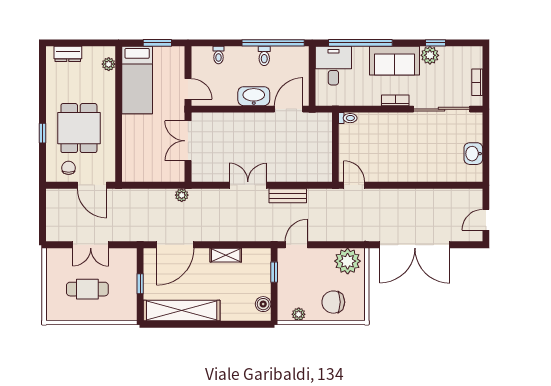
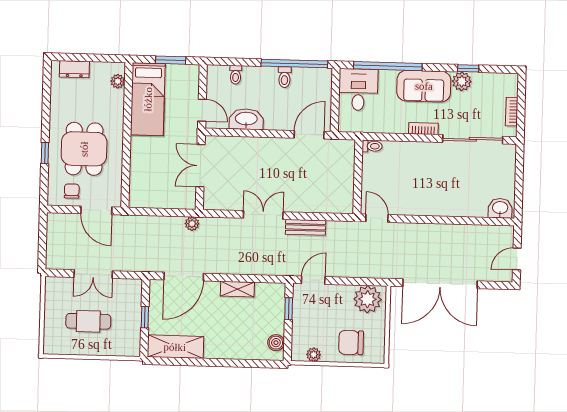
washbasin: (254, 96) -> (246, 119), moved
washbasin: (473, 154) -> (500, 208), moved, turned 90
shelving: (182, 310) -> (175, 347), width x0.68

